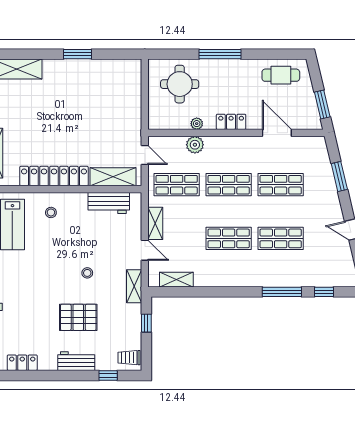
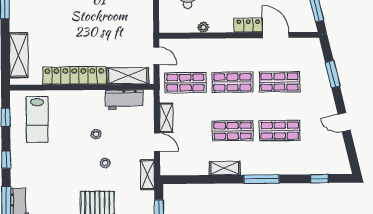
locker: (231, 122) -> (248, 25), moved
plant: (195, 145) -> (202, 46), removed
stool: (51, 212) -> (96, 134), moved
shelving: (176, 280) -> (225, 168), moved
window: (282, 292) -> (261, 179), moved

